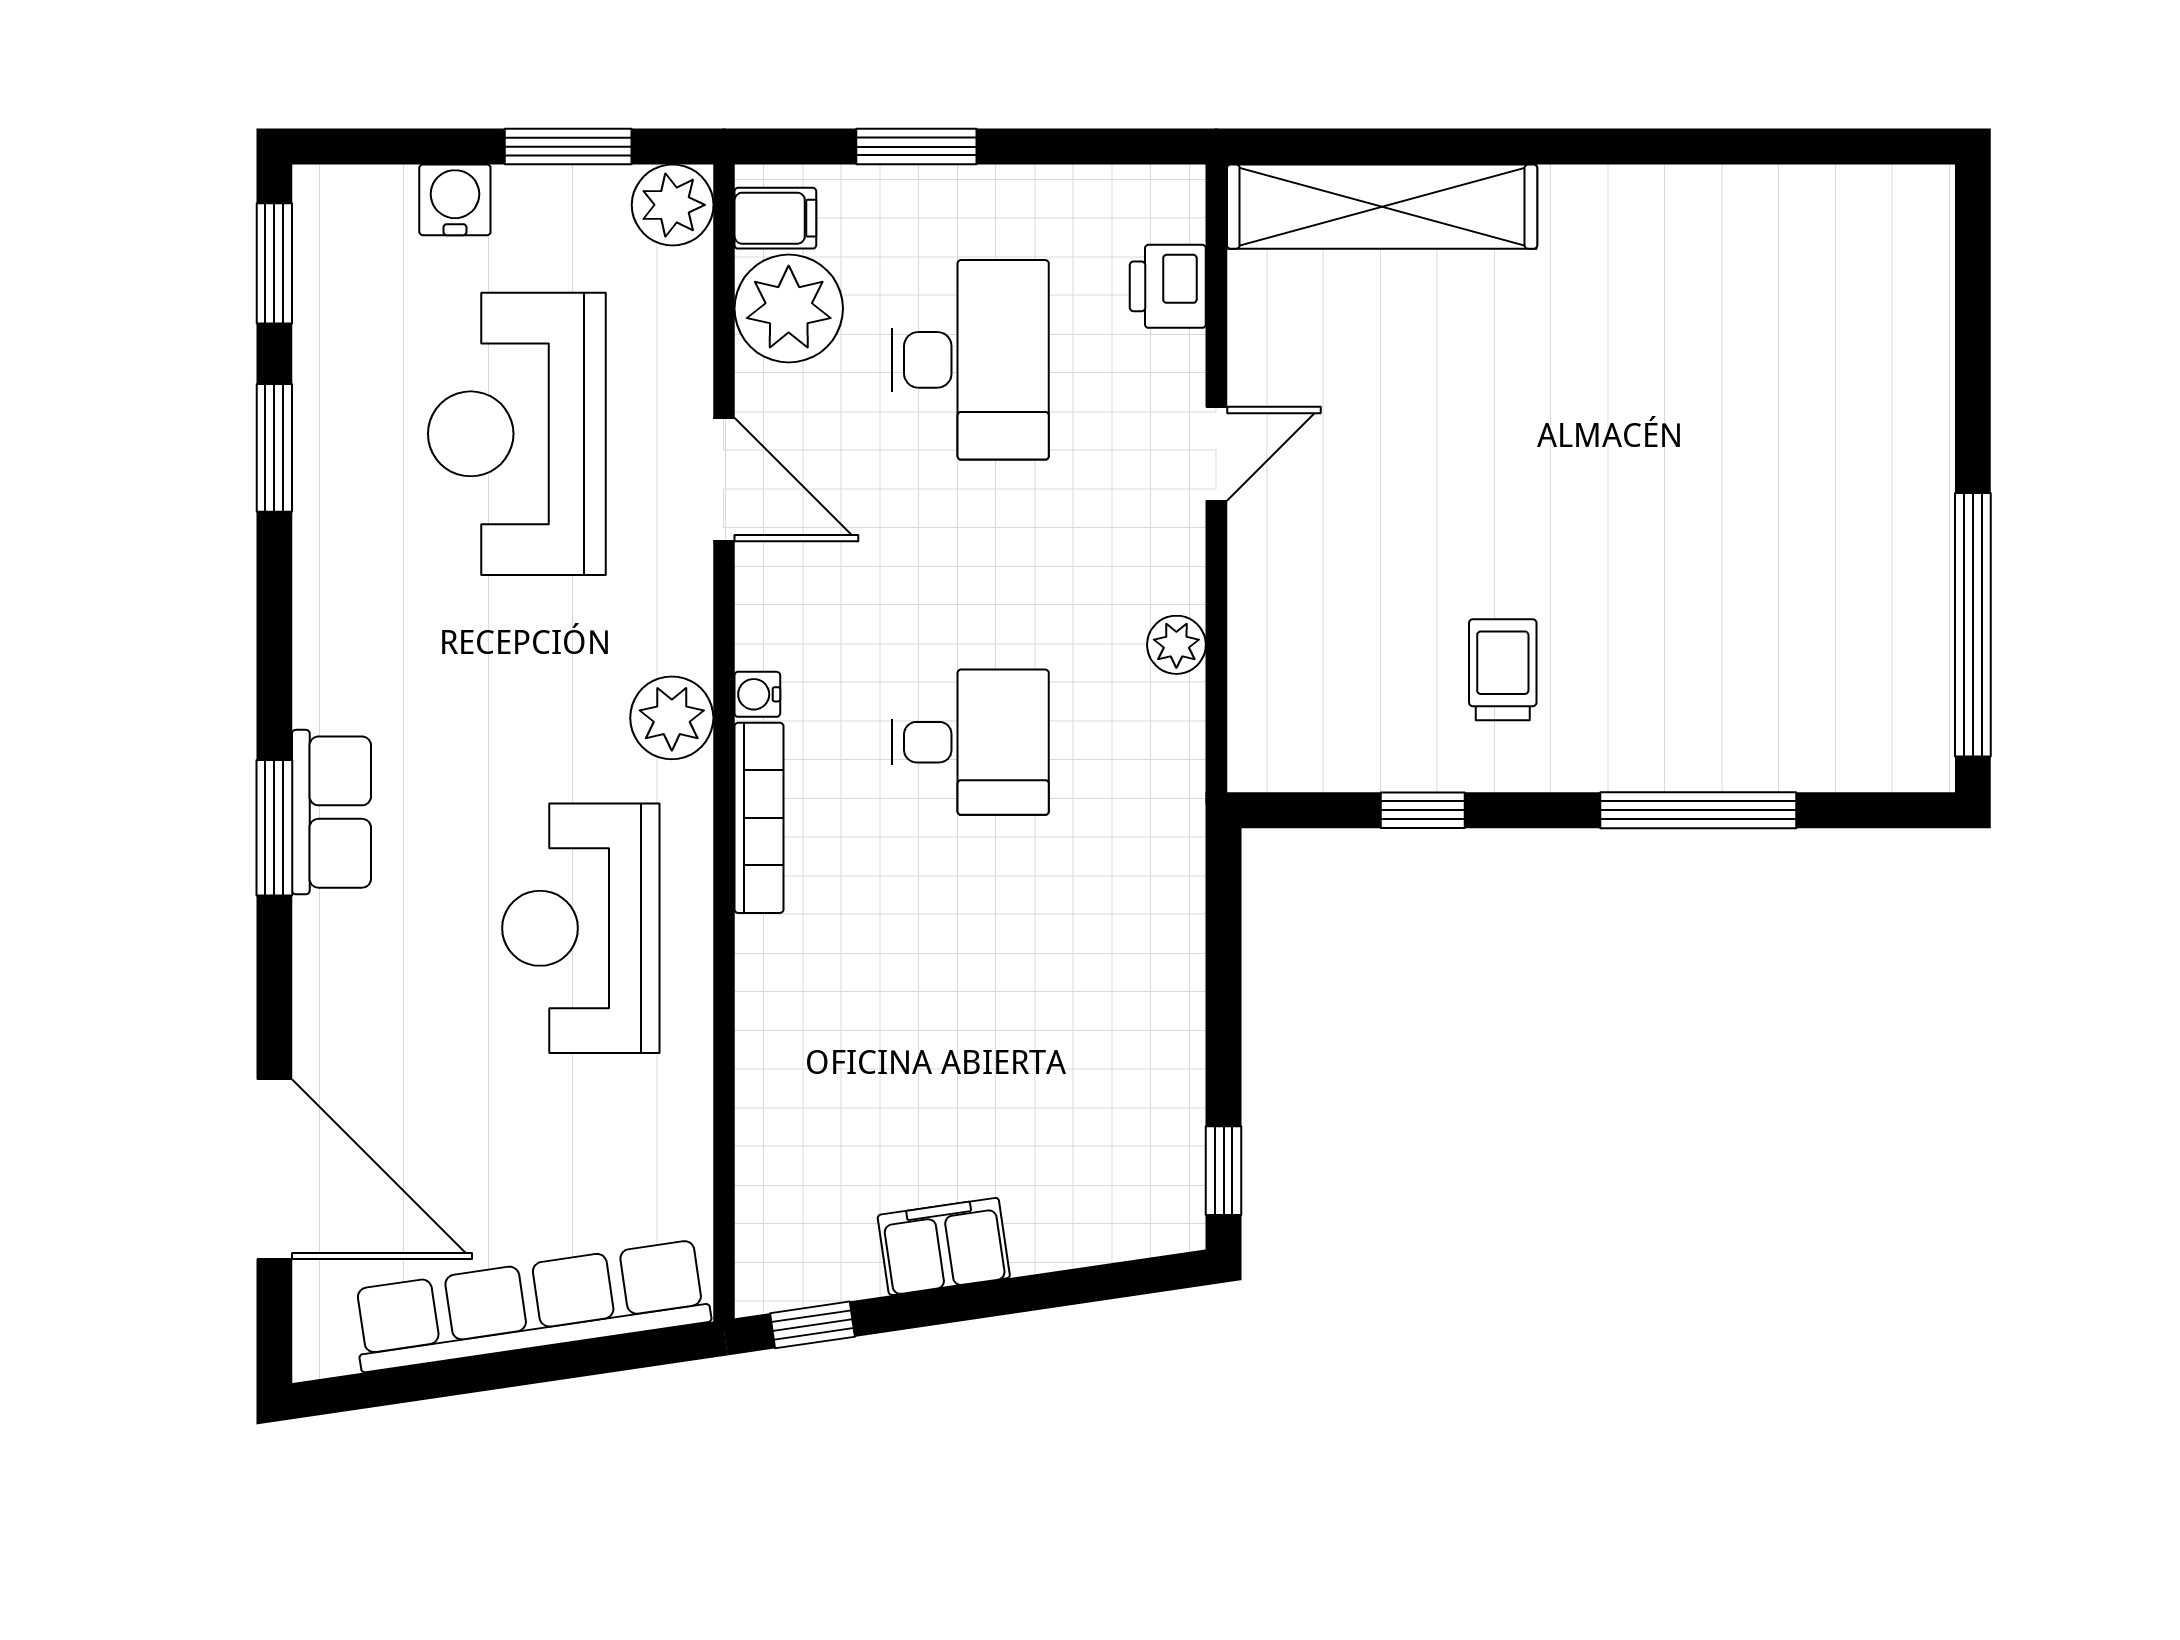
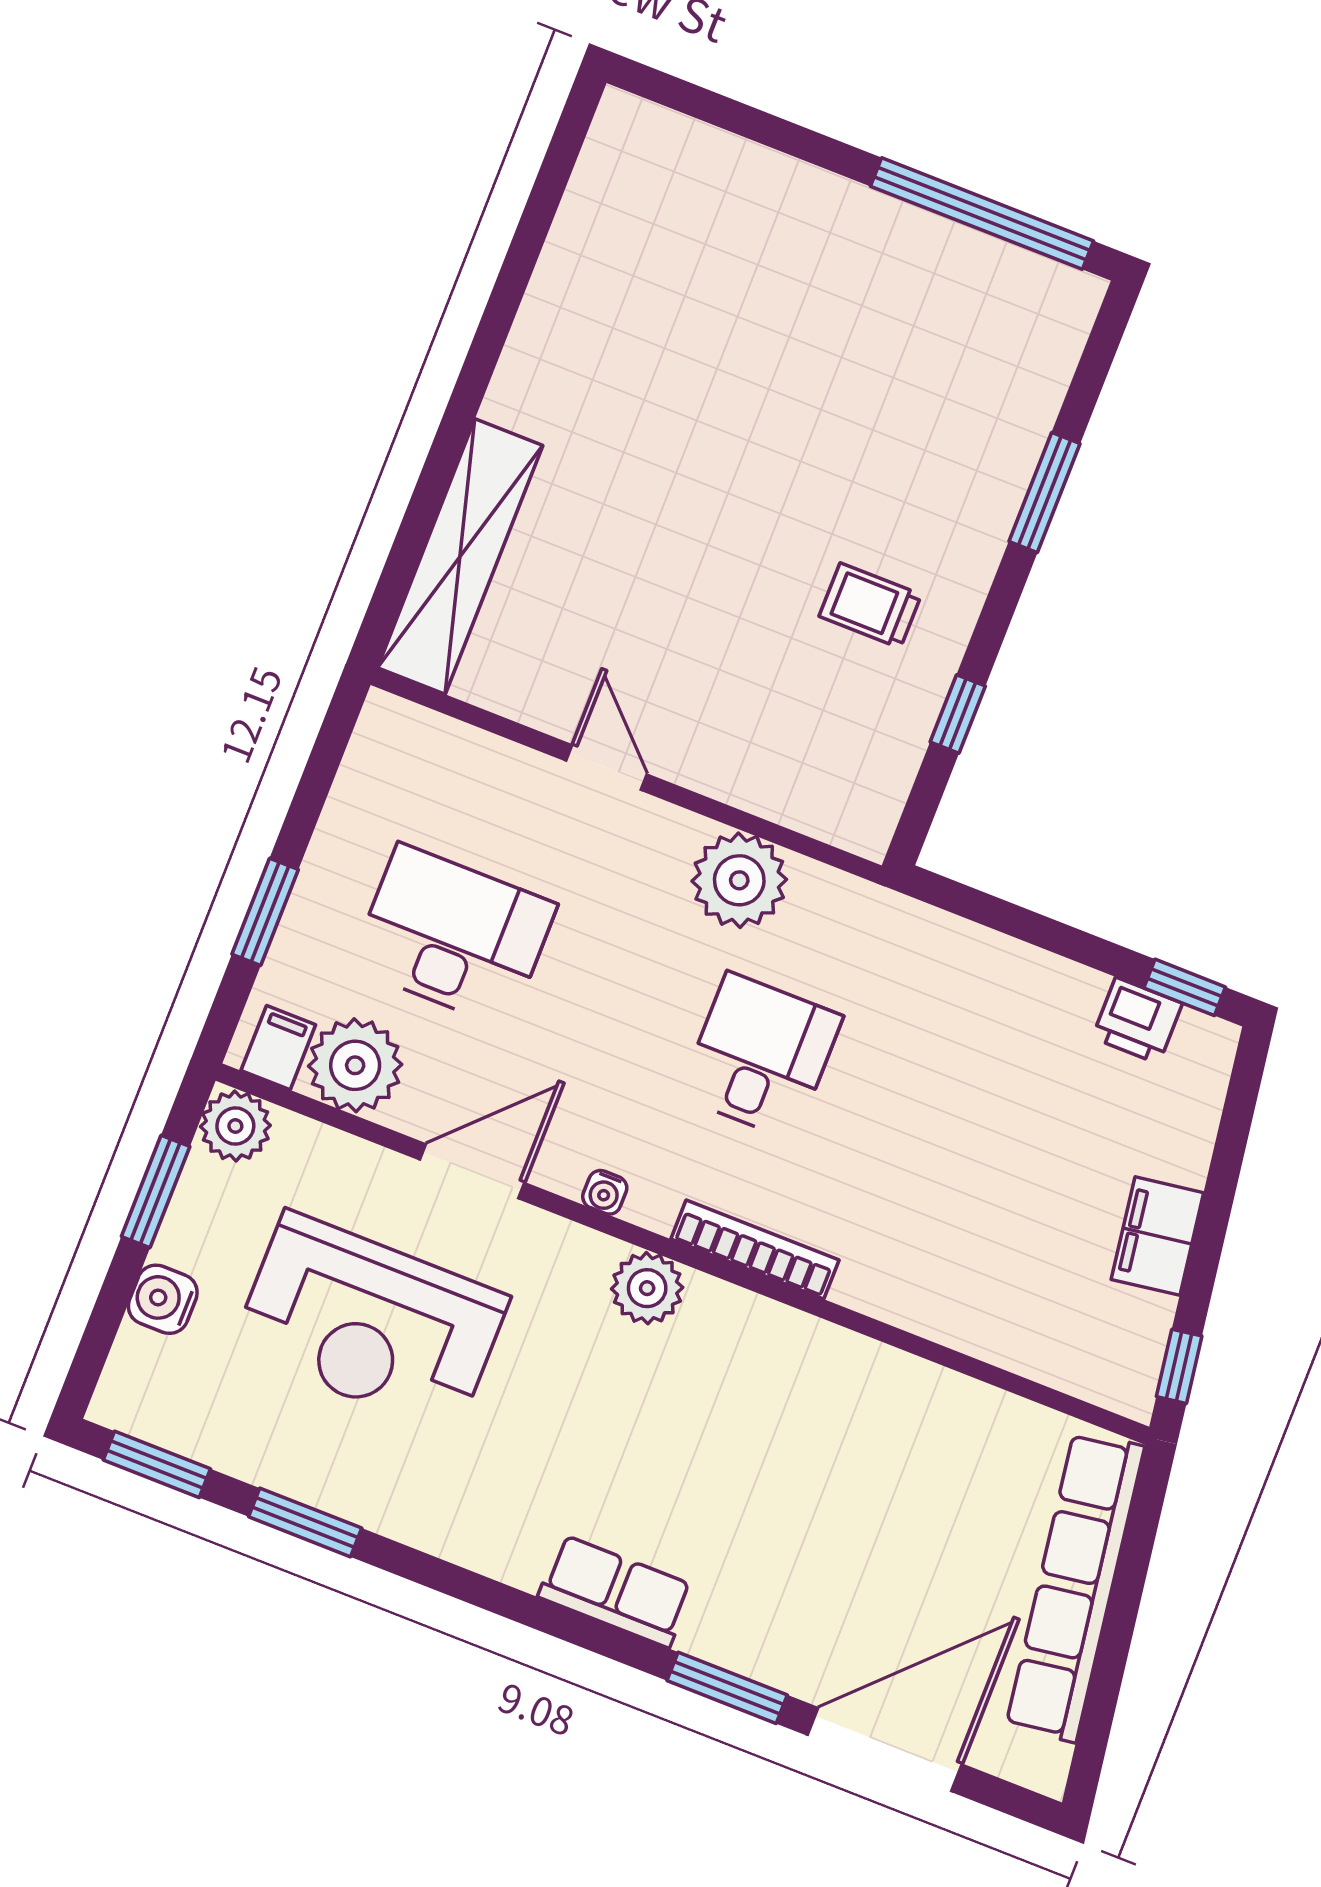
printer: (1168, 286) -> (1137, 1021), moved
plant: (1176, 645) -> (739, 880), width x1.87, depth x1.87
water cooler: (757, 694) -> (605, 1192), moved
window: (1698, 810) -> (1045, 493), width x0.69
window: (274, 828) -> (727, 1688), moved
reception desk: (581, 928) -> (788, 1427), removed

